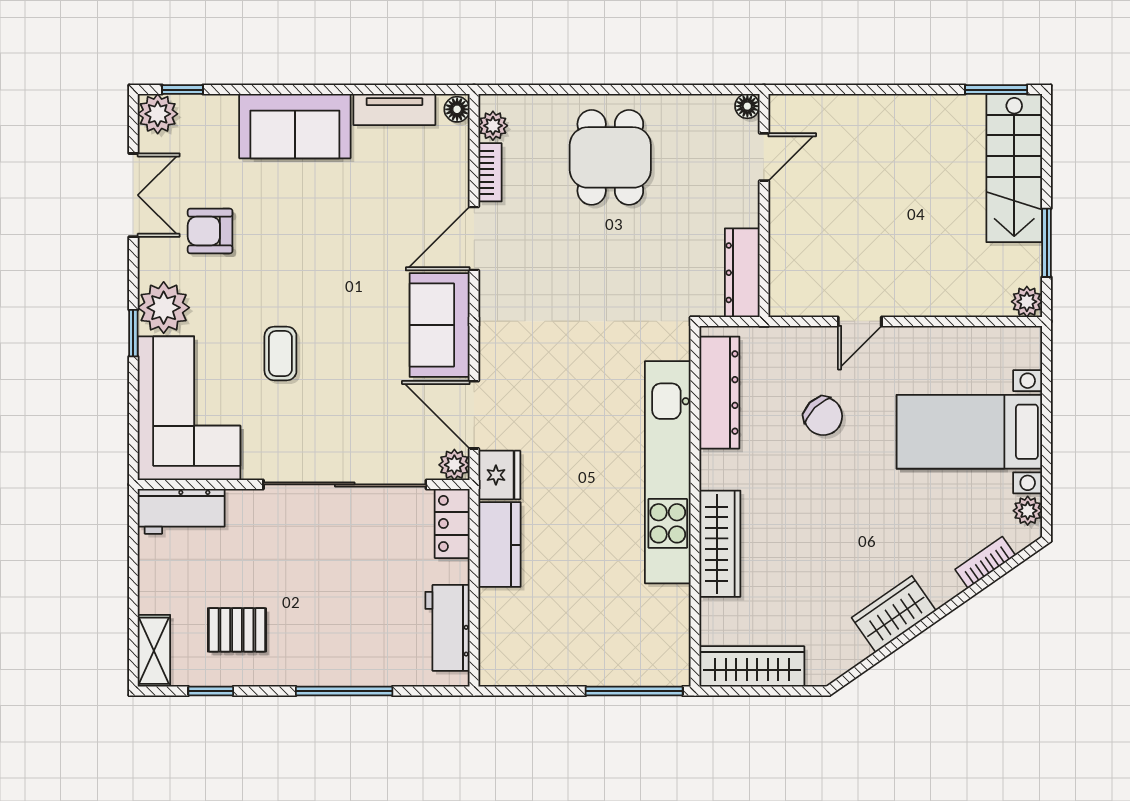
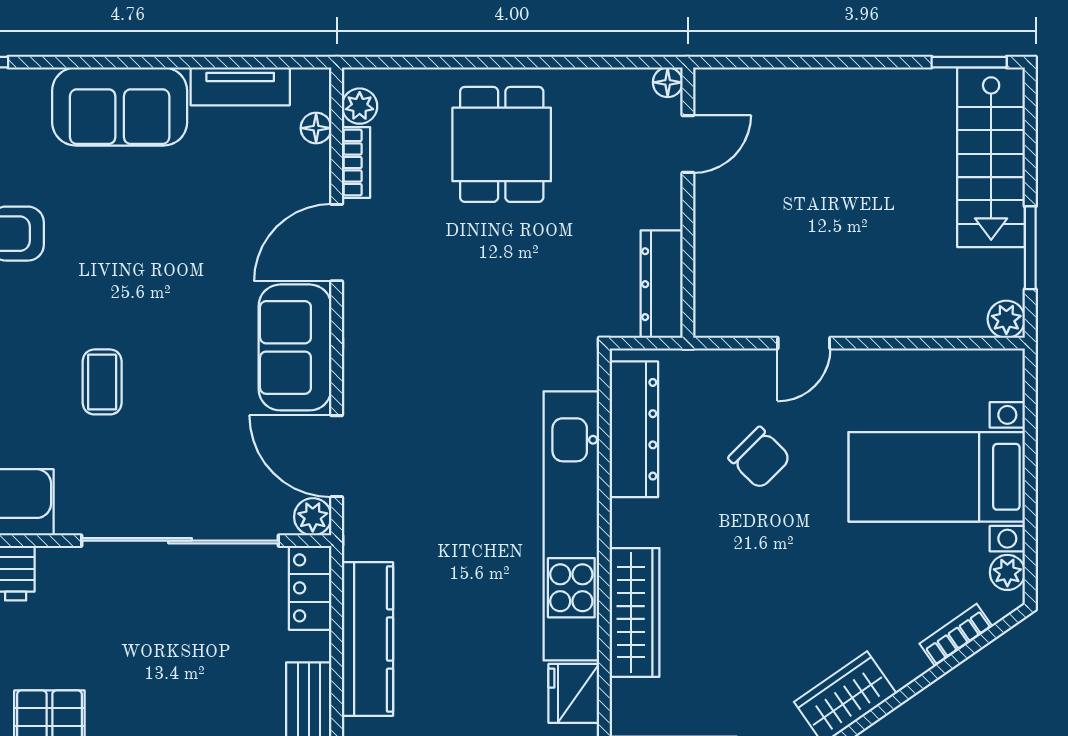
floor lamp: (457, 109) -> (316, 128), moved
fridge: (499, 475) -> (574, 693), moved, turned 180
kitchen counter: (500, 545) -> (368, 639), width x1.50

